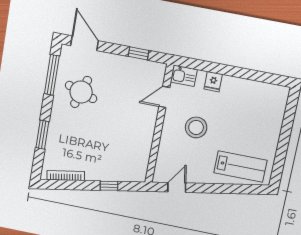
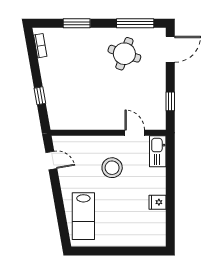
kitchen sink: (184, 76) -> (158, 151), width x1.38
fridge: (213, 82) -> (157, 202), moved
bookcase: (66, 176) -> (40, 46), width x0.64

